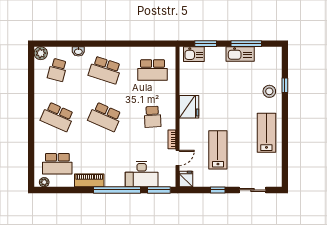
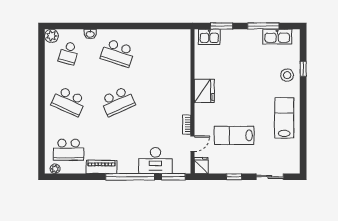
kitchen sink: (240, 54) -> (277, 37), moved
school desk: (153, 70) -> (167, 53), removed
school desk: (105, 117) -> (118, 101), turned -48
school desk: (153, 117) -> (167, 101), removed
lab bench: (218, 150) -> (234, 135), turned -90

